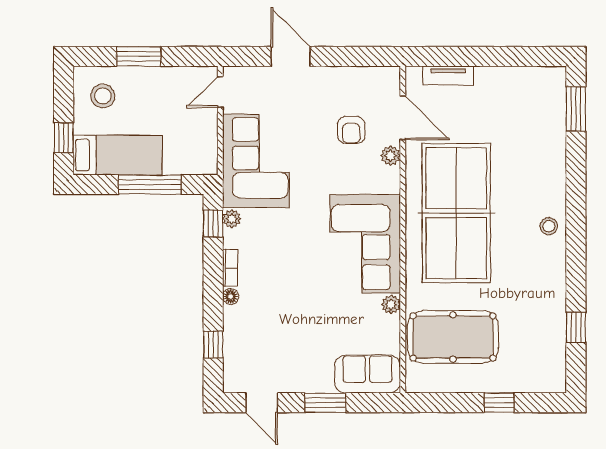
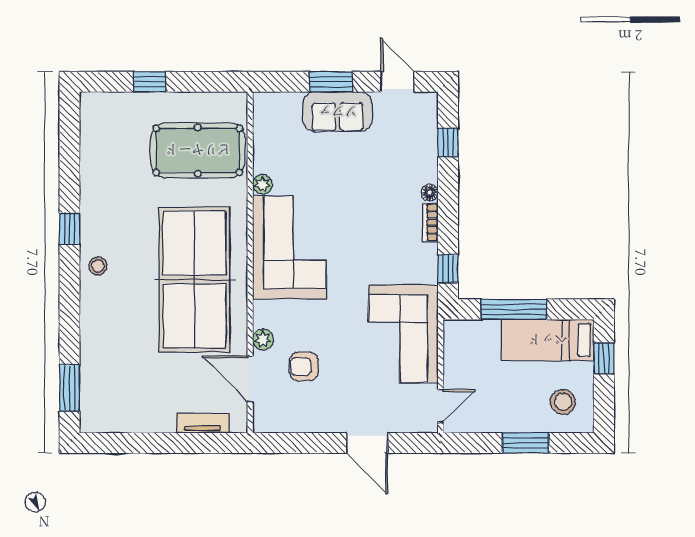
armchair: (351, 130) -> (304, 366), turned -90
plant: (232, 219) -> (429, 274), removed
window: (576, 327) -> (70, 229), moved
sofa: (367, 374) -> (338, 112), moved

